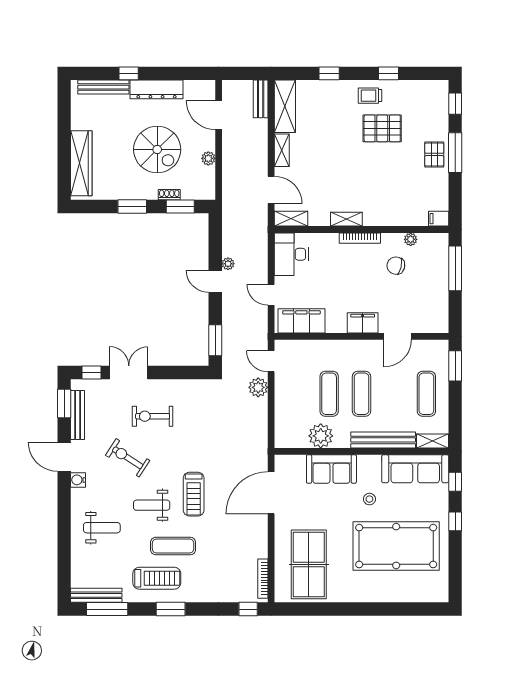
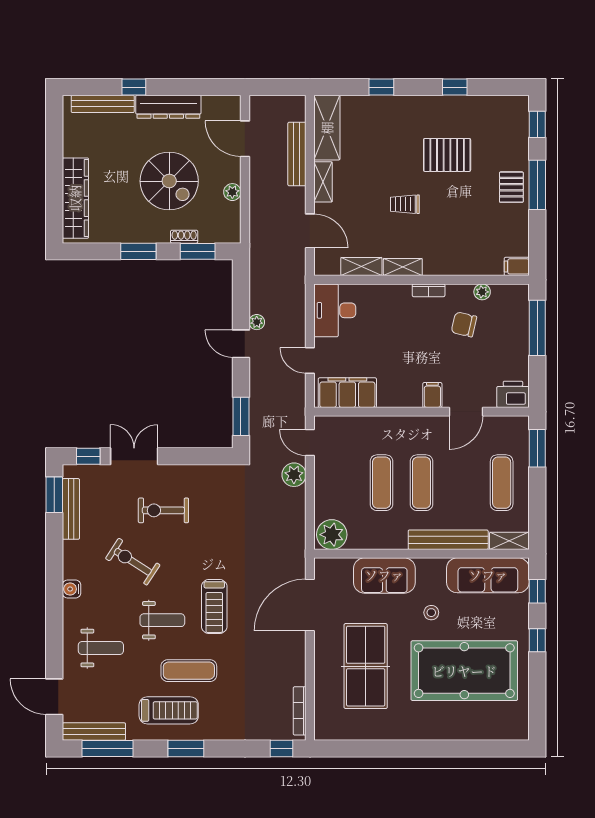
trolley: (370, 96) -> (405, 204), moved
bench: (261, 99) -> (297, 154), moved, width x1.36
shelving: (291, 219) -> (361, 266), moved
bookcase: (360, 238) -> (429, 290), width x0.64
printer: (436, 322) -> (513, 394), added
filing cabinet: (363, 323) -> (432, 395), width x0.50
plant: (321, 436) -> (332, 535), moved
door: (64, 457) -> (54, 697), moved
weight bench: (152, 505) -> (162, 620), turned 180
table tennis table: (309, 564) -> (366, 666), moved

